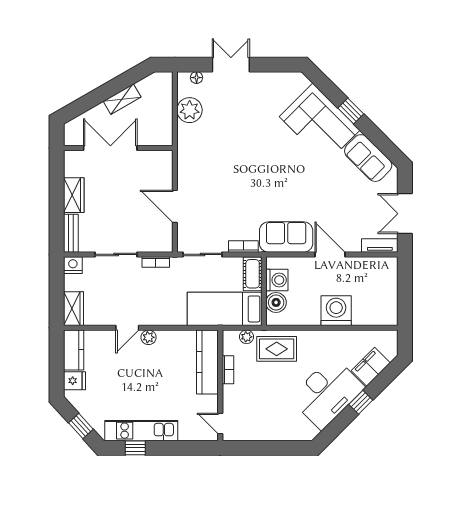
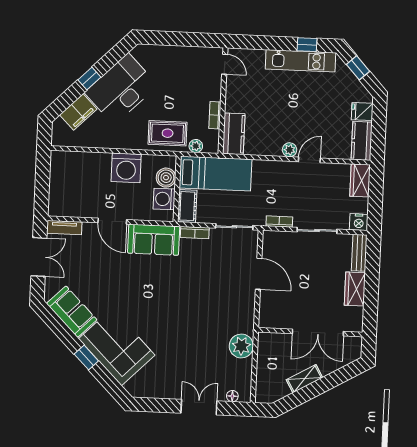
double door: (231, 65) -> (199, 407), swing flipped
plant: (190, 110) -> (241, 346), moved
washing machine: (336, 311) -> (126, 168), moved
kitchen counter: (207, 362) -> (234, 134), width x0.67

